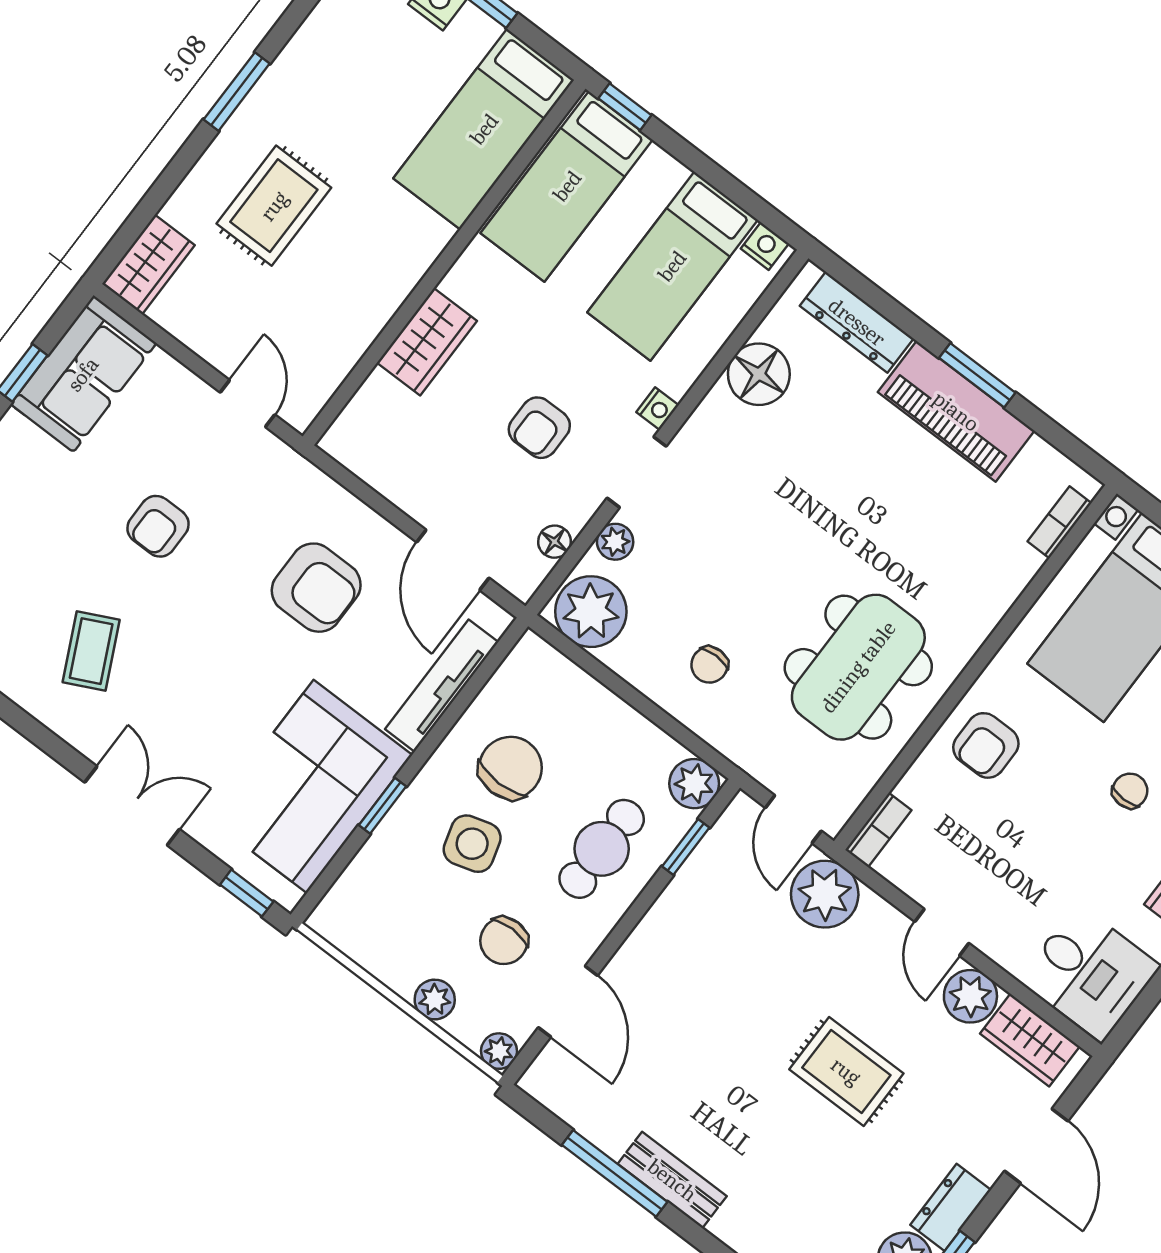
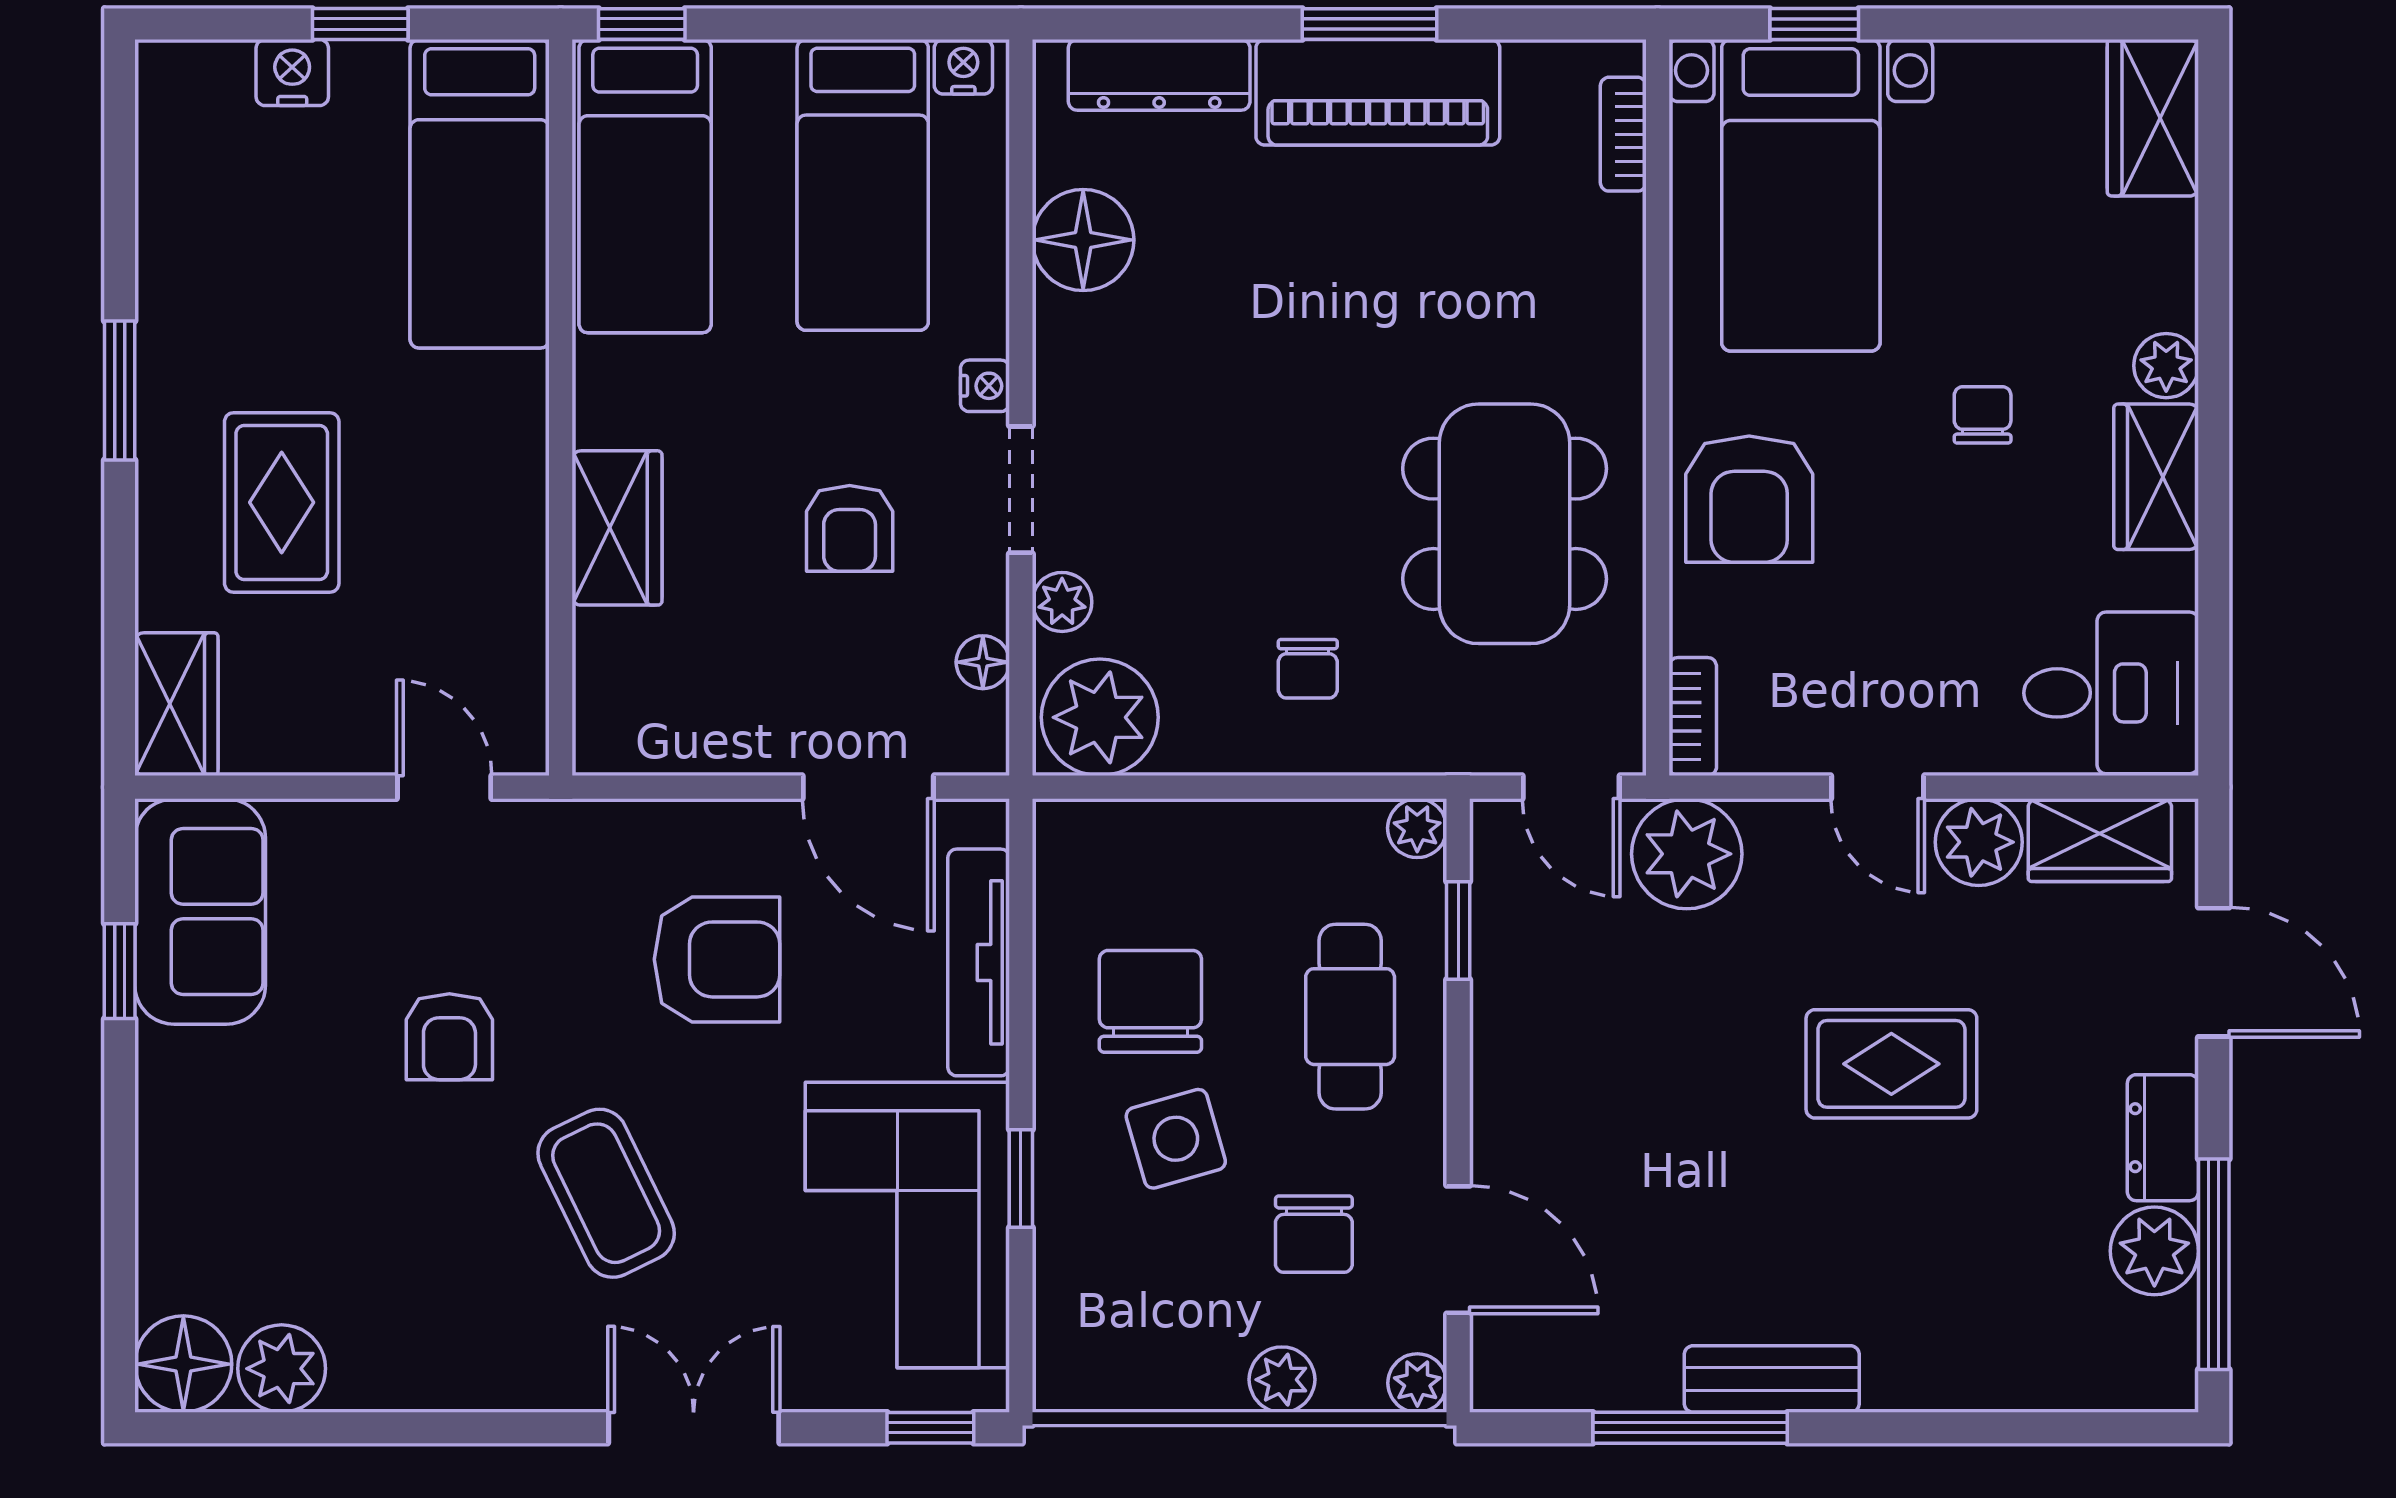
coffee table: (91, 651) -> (606, 1193), moved, width x1.36, depth x1.30
armchair: (986, 745) -> (1749, 499), width x1.38, depth x1.38
plant: (694, 784) -> (1417, 828), width x0.73, depth x0.73

